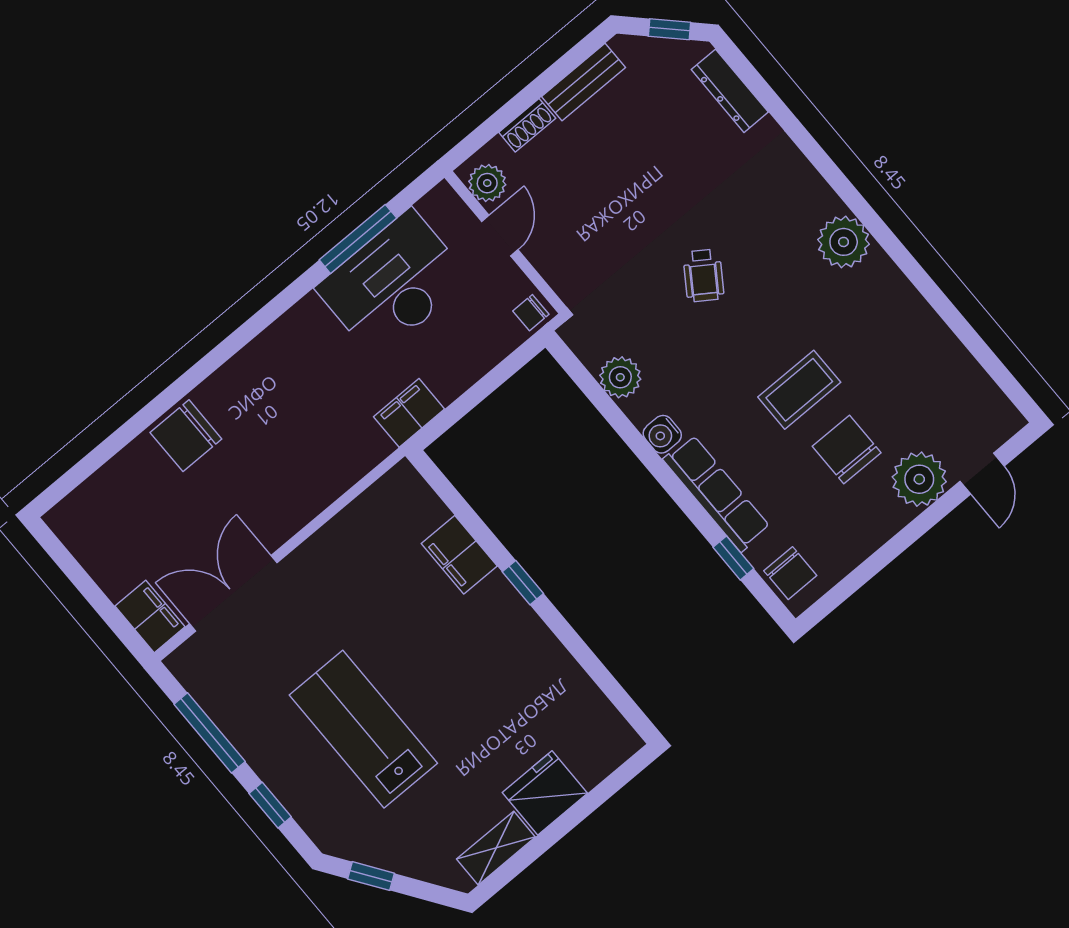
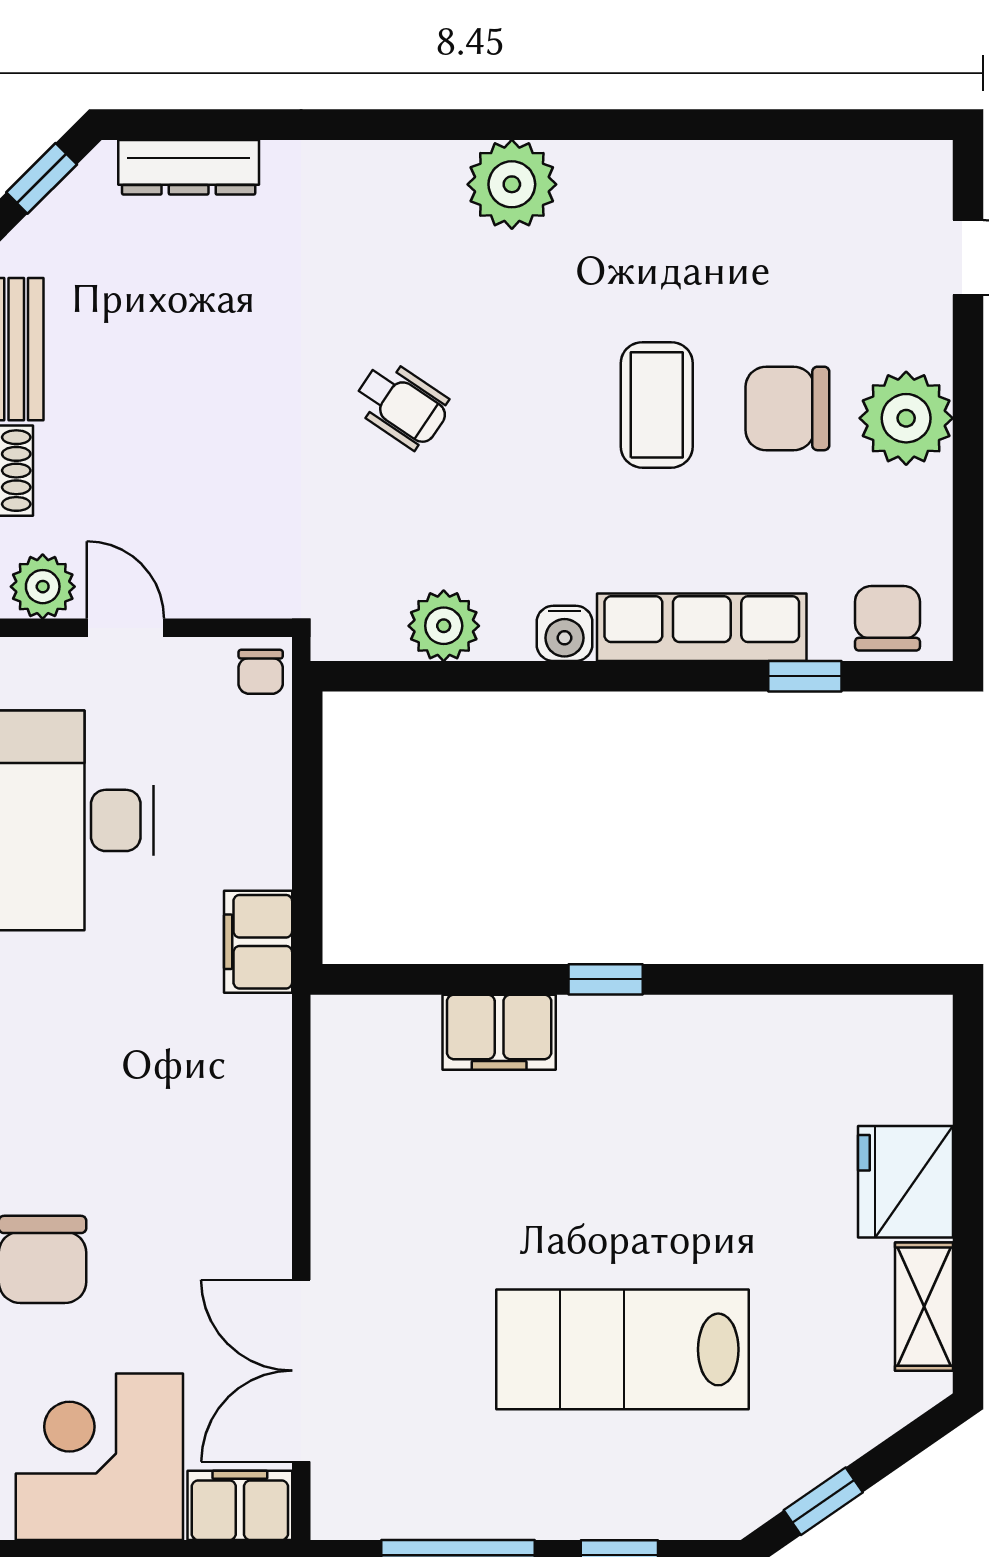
plant: (919, 479) -> (906, 418), moved
corner desk: (119, 535) -> (99, 1457), added
chair: (790, 573) -> (887, 618), turned -90

